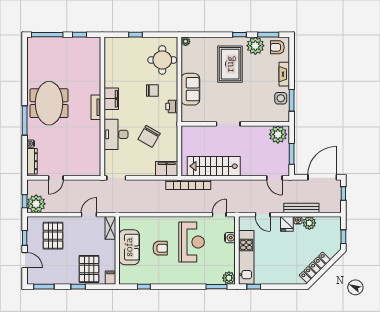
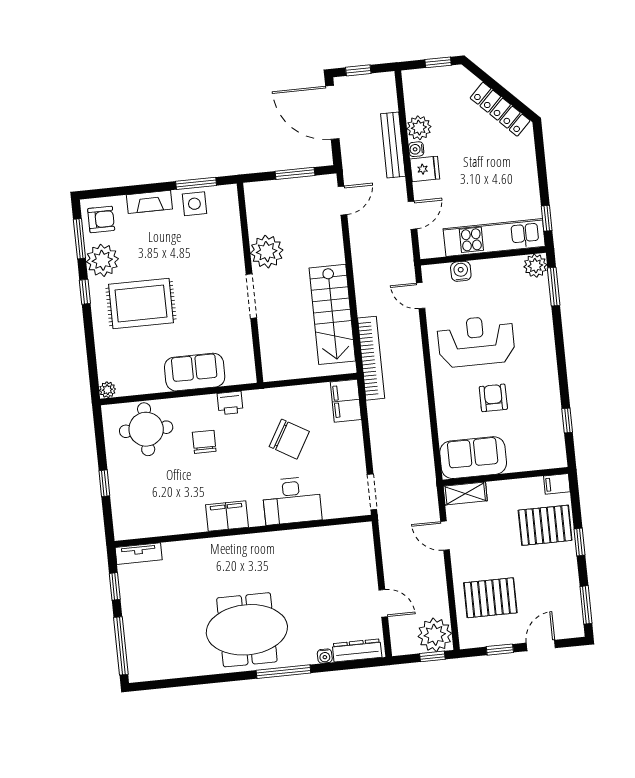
armchair: (277, 47) -> (101, 219), turned -90
tv unit: (96, 107) -> (139, 554), moved
plant: (278, 134) -> (267, 252), moved
sofa: (129, 247) -> (473, 458), moved

